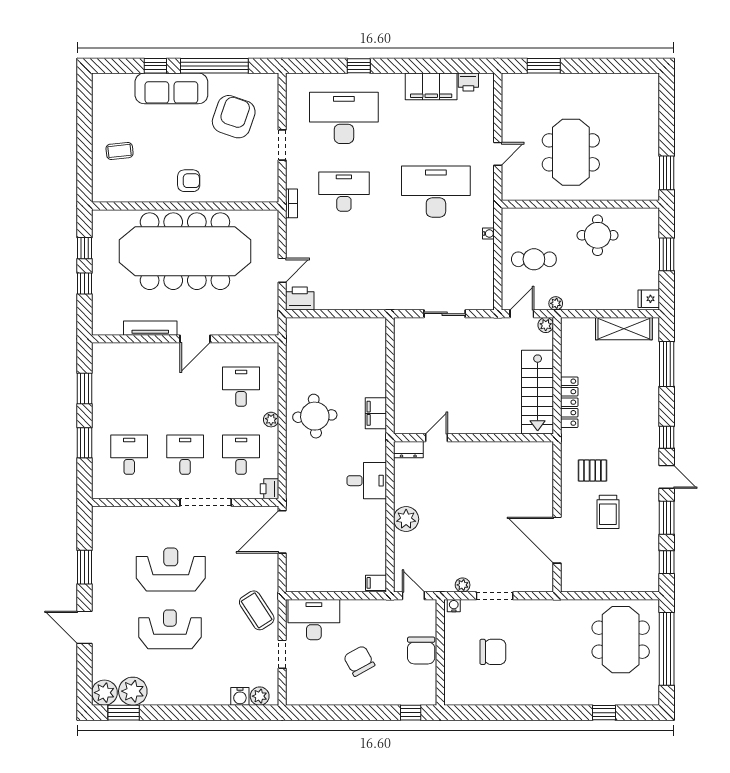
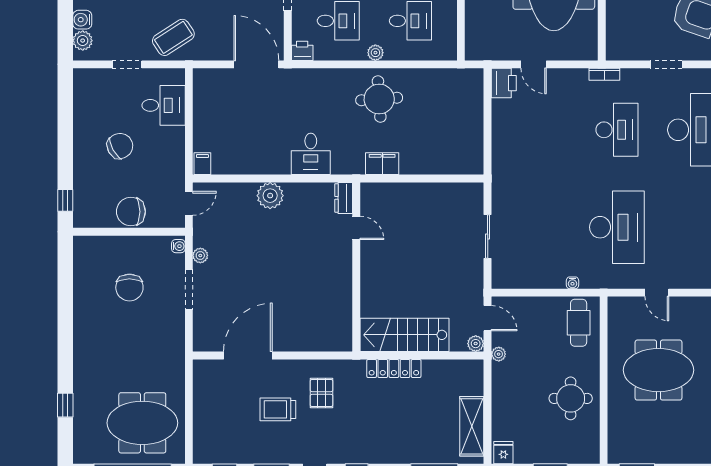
cafe table: (534, 259) -> (579, 323), moved
desk: (314, 620) -> (164, 105), width x0.73

